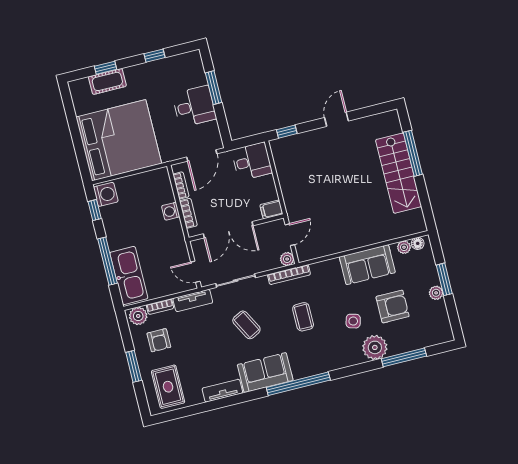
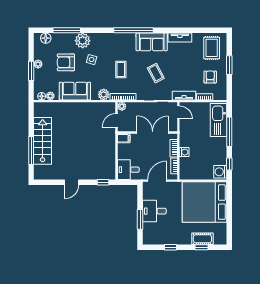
plant: (138, 316) -> (104, 94), moved
floor lamp: (434, 337) -> (46, 38), added

